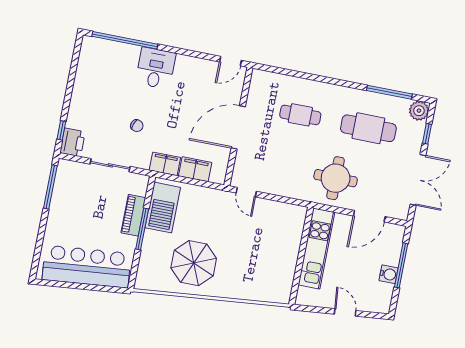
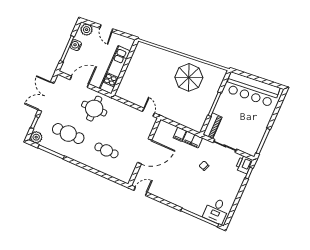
desk: (156, 68) -> (216, 211), moved
filing cabinet: (195, 169) -> (180, 134), width x0.50
barbecue: (163, 208) -> (200, 114), removed
piano: (133, 215) -> (213, 126), moved
plant: (377, 303) -> (87, 30), added

